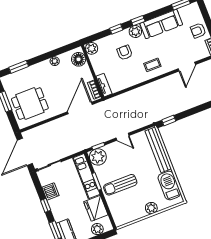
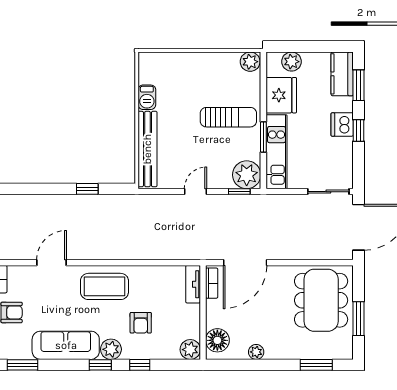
coffee table: (152, 65) -> (104, 286), width x1.86, depth x1.72
dining table: (30, 104) -> (321, 300), width x1.38
window: (169, 120) -> (87, 189), moved
door: (122, 137) -> (195, 192), hinge flipped
barbecue: (169, 185) -> (147, 97), width x0.53, depth x0.65
dishwasher: (51, 191) -> (342, 125), moved
plant: (151, 208) -> (250, 62), moved

